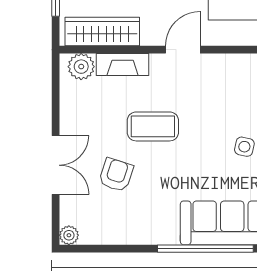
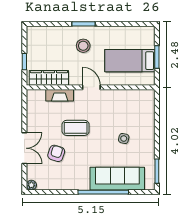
door: (183, 50) -> (91, 87), hinge flipped
plant: (81, 67) -> (38, 96), removed

